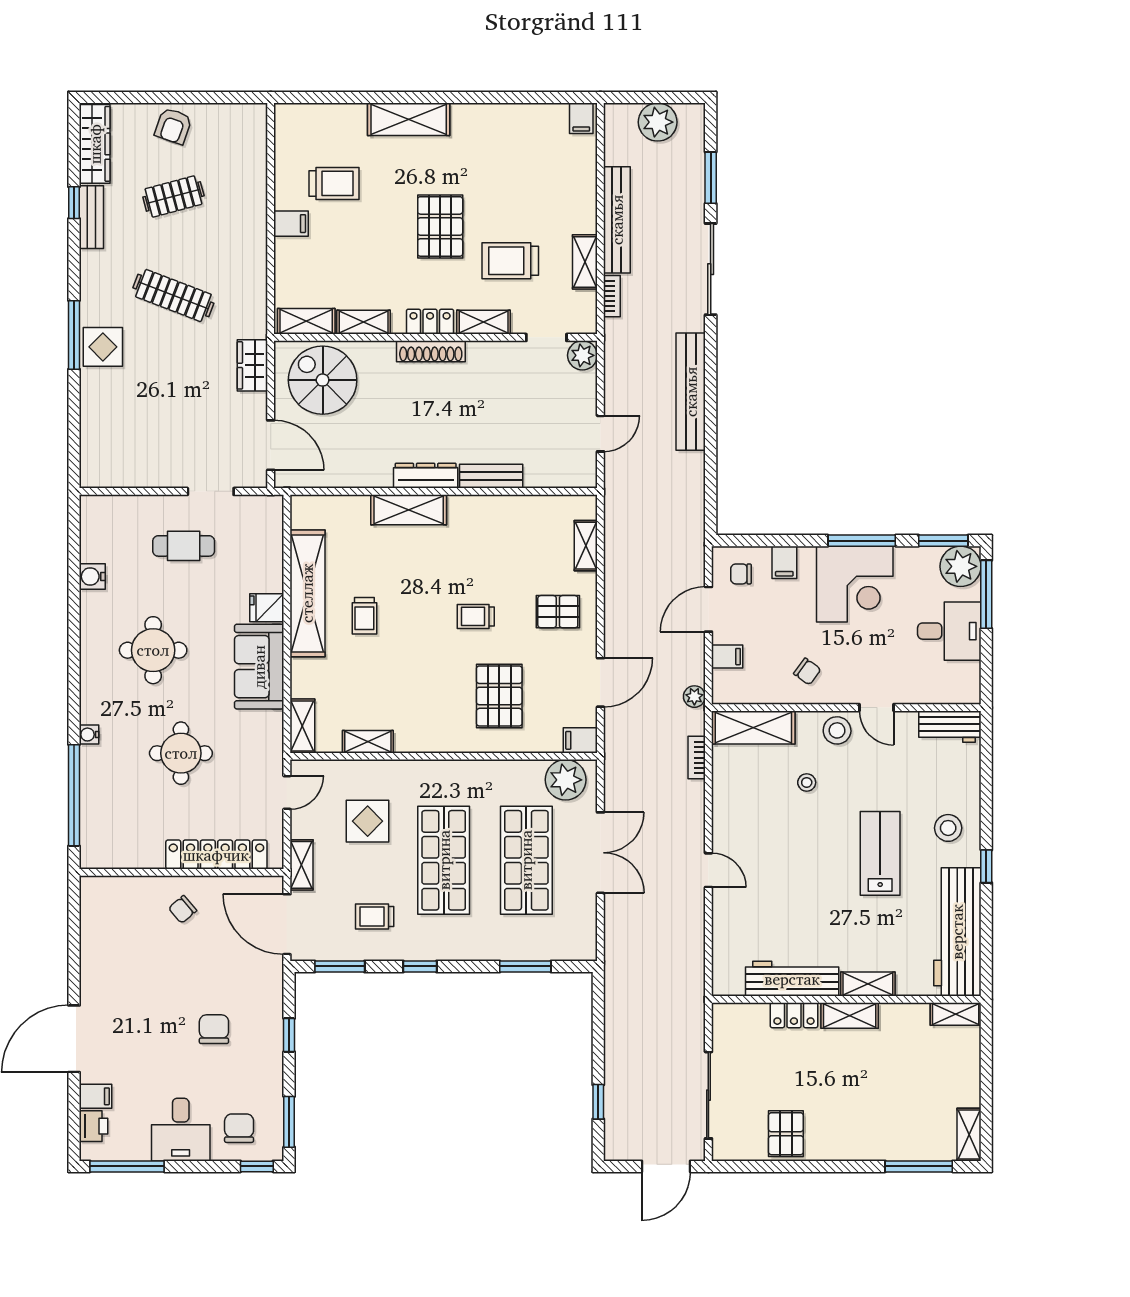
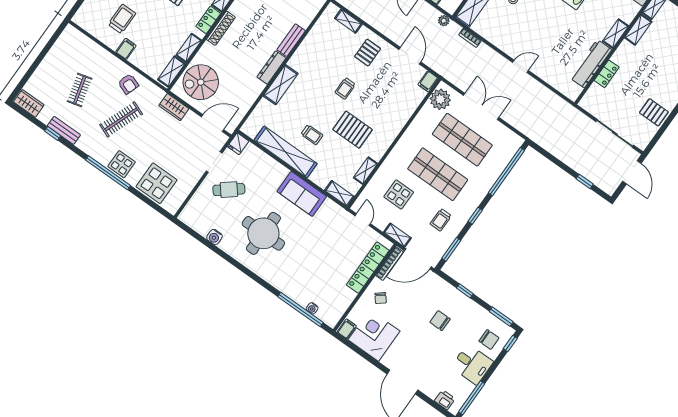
armchair: (173, 126) -> (128, 84), moved
wardrobe: (95, 144) -> (29, 103), width x0.67
window: (74, 335) -> (108, 173), width x1.46
display table: (112, 424) -> (157, 183), added
cafe table: (184, 546) -> (229, 190), turned 51
fridge: (267, 608) -> (238, 144), moved
round table: (153, 650) -> (263, 233), width x1.36, depth x1.36
pallet: (499, 696) -> (353, 130), moved
water cooler: (89, 735) -> (312, 308), moved
round table: (181, 753) -> (315, 252), removed
bookcase: (247, 885) -> (389, 264), added
corner desk: (116, 941) -> (374, 335), added
window: (525, 966) -> (506, 172), width x2.11
shelving: (850, 1016) -> (638, 30), moved
filing cabinet: (96, 1096) -> (347, 329), moved
chair: (239, 1128) -> (489, 340), turned 180

